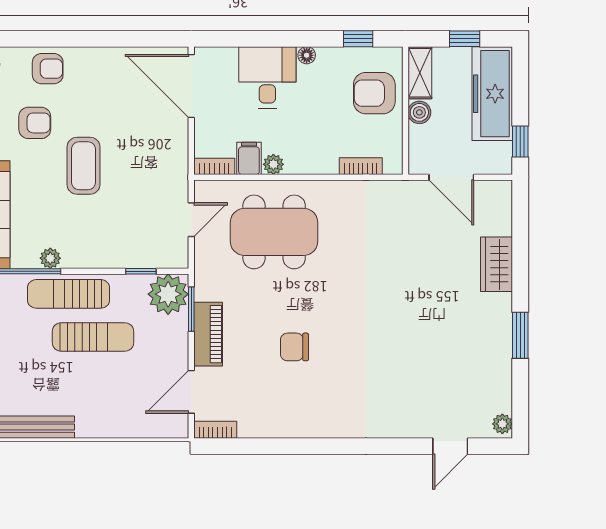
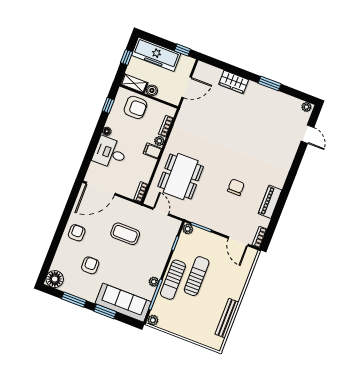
armchair: (48, 69) -> (77, 233), moved
armchair: (374, 93) -> (135, 107), turned -90
filing cabinet: (249, 158) -> (152, 151), moved
plant: (273, 164) -> (159, 141), moved
coffee table: (84, 166) -> (125, 234), moved
plant: (168, 294) -> (188, 229), width x0.53, depth x0.53
piano: (208, 334) -> (270, 202), moved, turned -90
chair: (294, 347) -> (236, 187), turned 180

